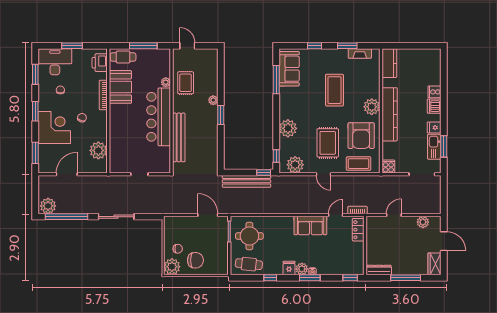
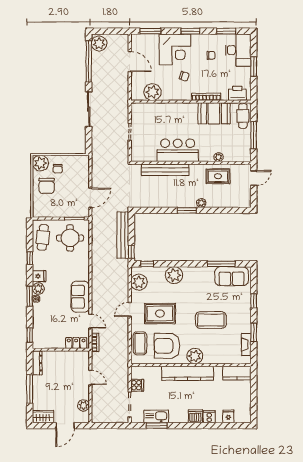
bar counter: (159, 117) -> (178, 150), width x0.73
fridge: (434, 127) -> (228, 416), moved
cooker: (388, 166) -> (137, 385), moved

